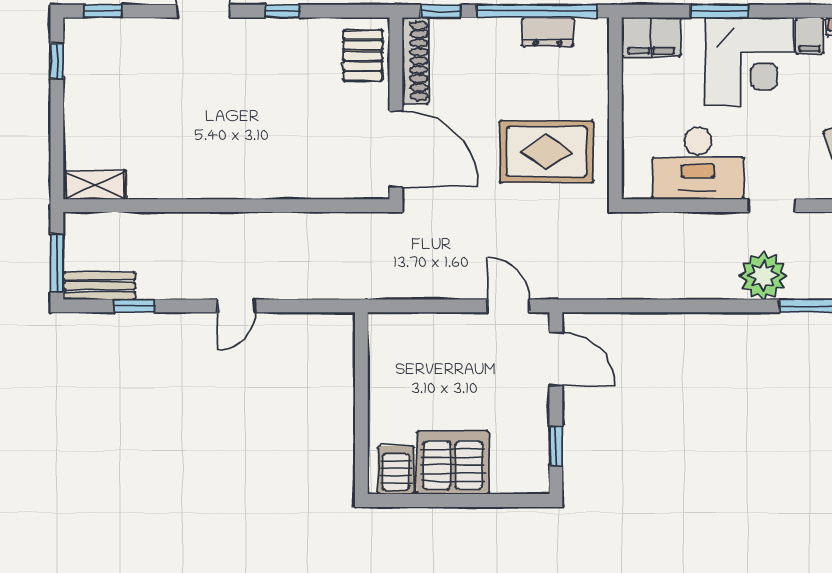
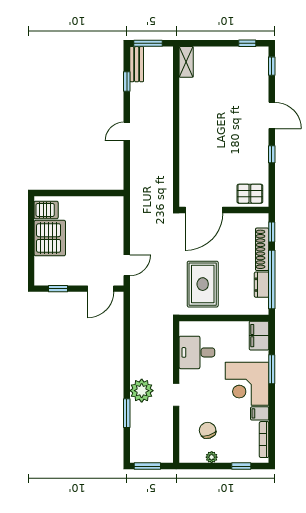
shoe rack: (415, 61) -> (262, 249), moved, turned 90
desk: (698, 163) -> (197, 352), width x0.73
door: (236, 306) -> (127, 132), hinge flipped

